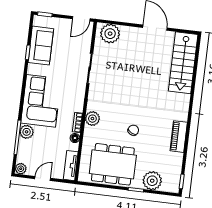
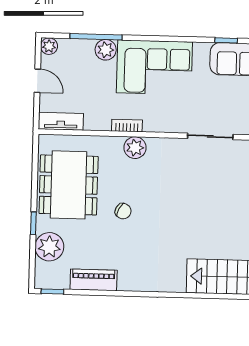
piano: (179, 137) -> (94, 280), moved
floor lamp: (75, 138) -> (103, 124), removed

